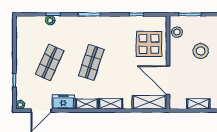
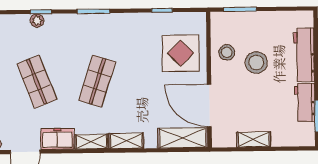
stool: (177, 32) -> (227, 52), moved
shop shelf: (50, 62) -> (37, 82), turned -45

